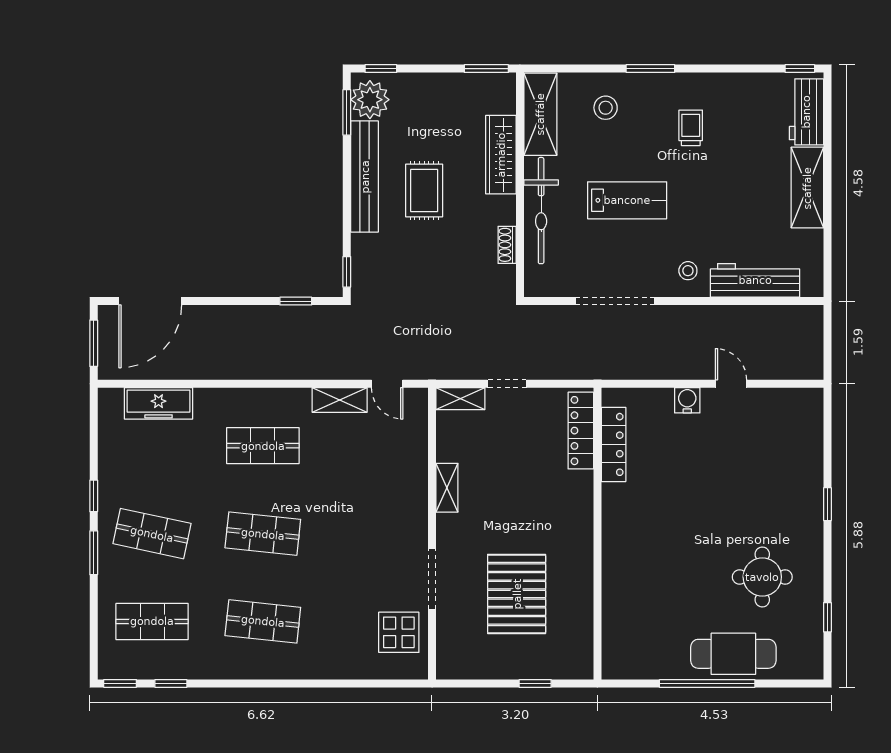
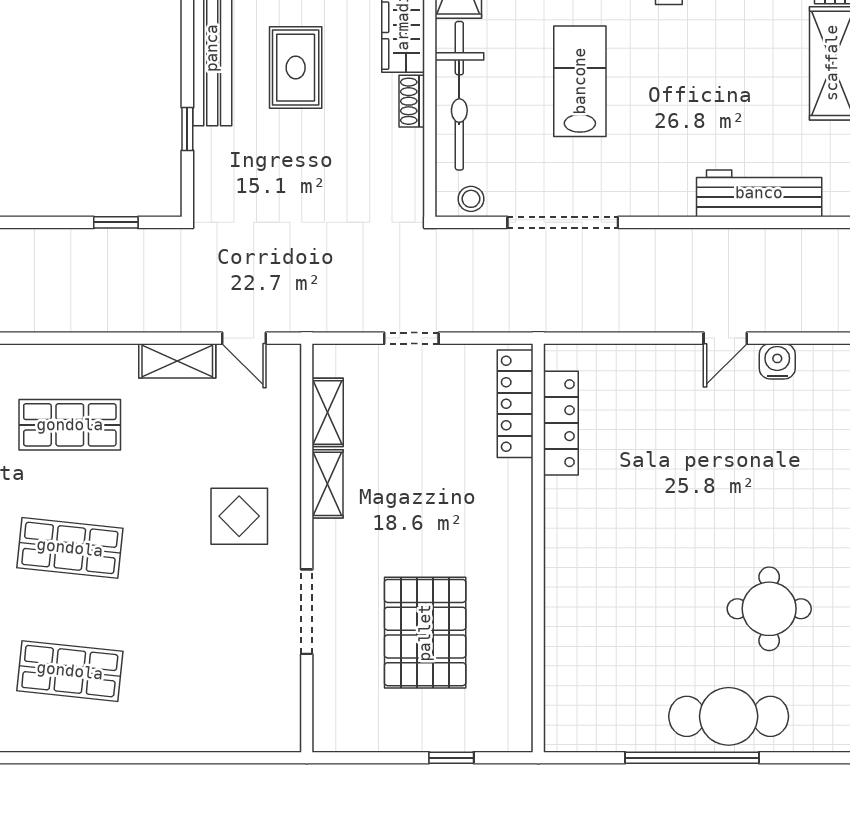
lab bench: (627, 200) -> (580, 81), turned -90
shoe rack: (507, 245) -> (412, 101), moved
stool: (688, 271) -> (471, 199), moved
window: (347, 272) -> (187, 129), moved
door: (731, 384) -> (725, 338), swing flipped
shelving: (460, 399) -> (328, 412), moved, turned 90
water cooler: (687, 400) -> (777, 361), moved
display table: (399, 632) -> (239, 516), moved

